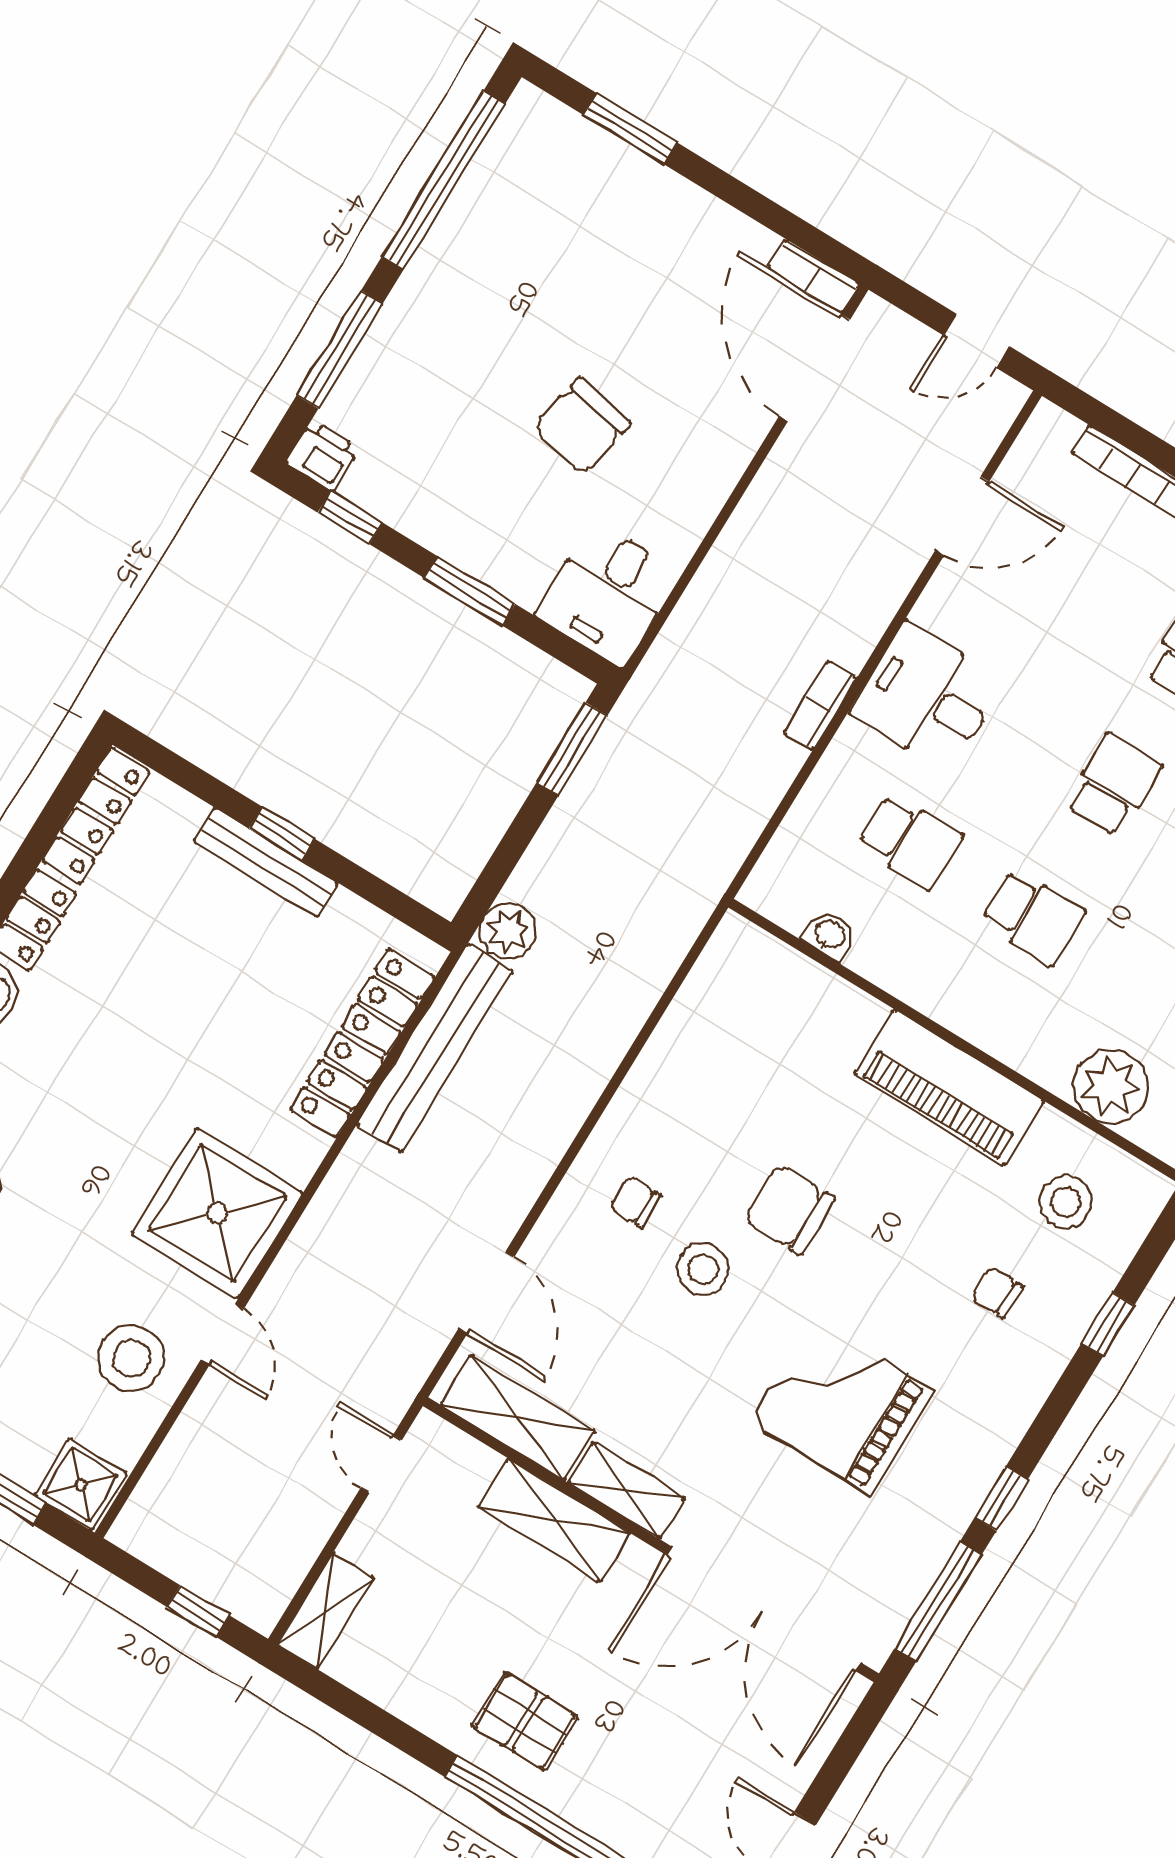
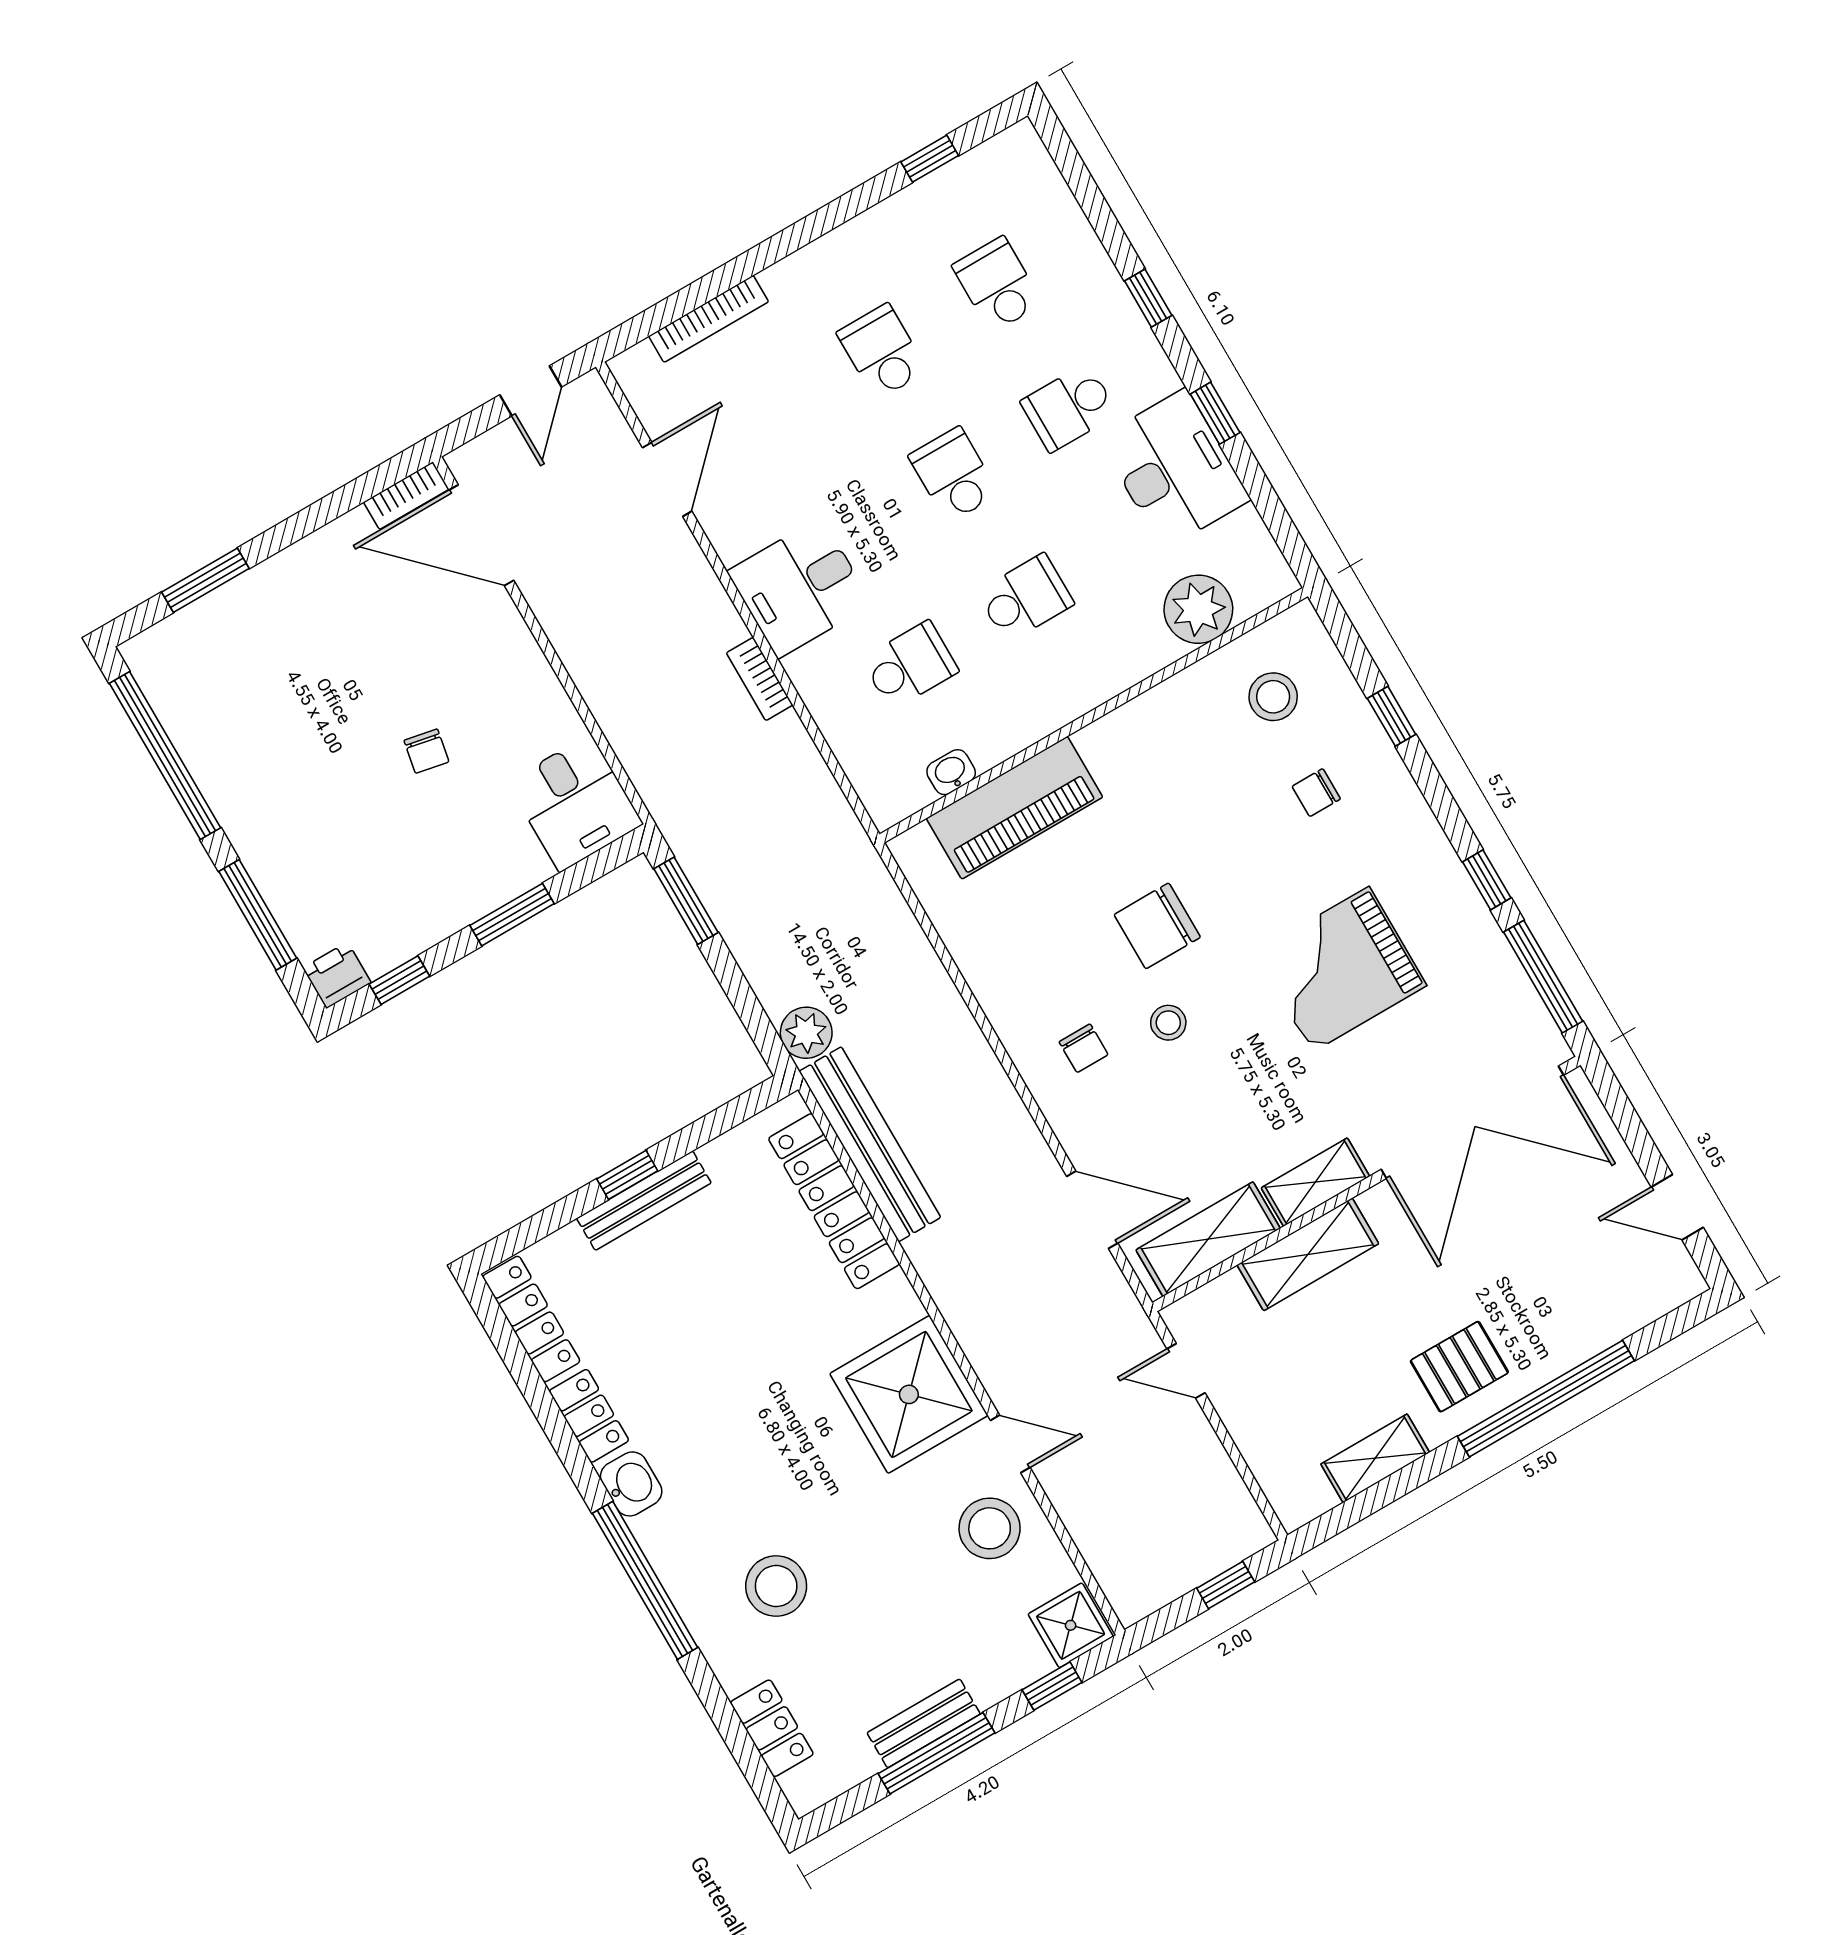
chair: (581, 426) -> (426, 751), width x0.54, depth x0.54
piano: (949, 1088) -> (1014, 808), moved
chair: (635, 1202) -> (1084, 1048), turned -90
stool: (703, 1269) -> (1168, 1023), width x0.73, depth x0.73
shelving: (326, 1611) -> (1375, 1458), moved, turned 90

